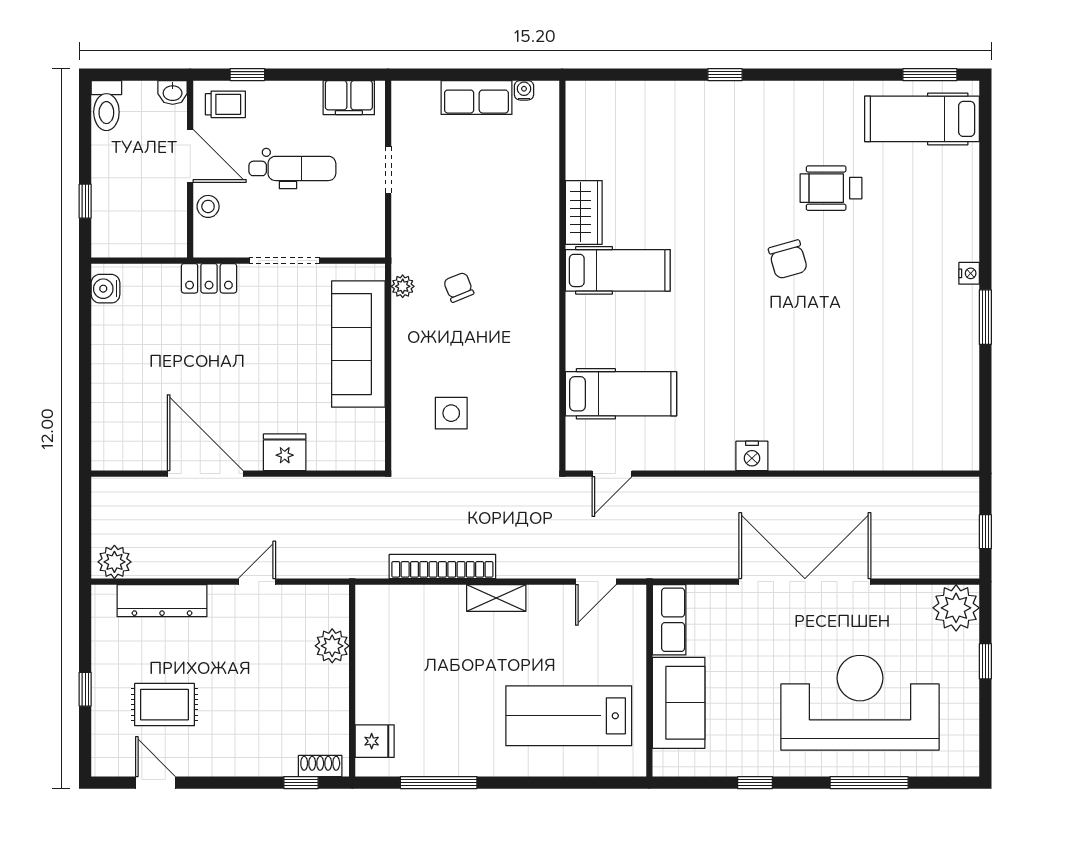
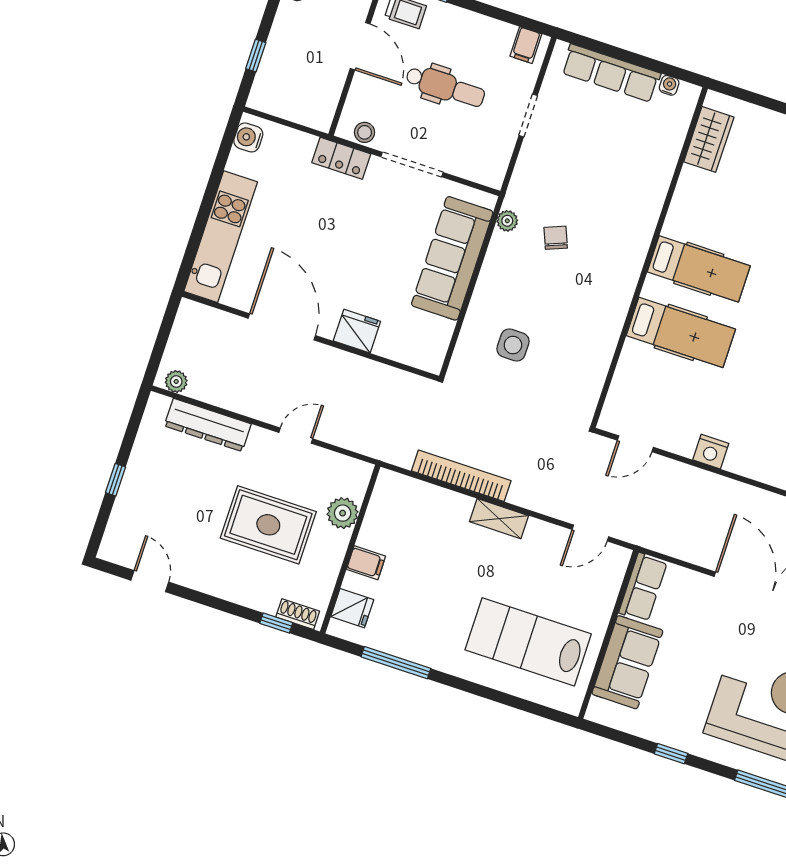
filing cabinet: (349, 98) -> (526, 45), width x0.50
row of seats: (476, 98) -> (611, 73), width x1.48
stool: (208, 206) -> (365, 132), moved
wardrobe: (584, 212) -> (709, 139), moved
hospital bed: (621, 394) -> (681, 332), moved
kitchen unit: (111, 401) -> (221, 237), added
nightstand: (752, 456) -> (711, 452), moved
plant: (114, 562) -> (176, 381), width x0.73, depth x0.73
filing cabinet: (373, 689) -> (366, 563), added
rug: (165, 705) -> (268, 525), moved, width x1.36, depth x1.43

